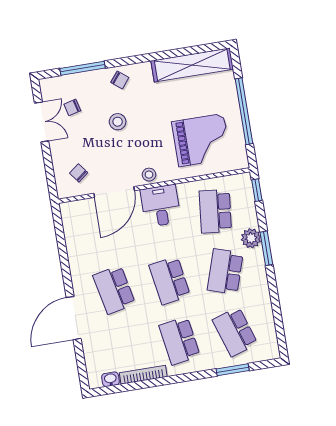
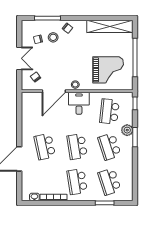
double door: (42, 122) -> (19, 58), moved
stool: (118, 122) -> (53, 37), moved
school desk: (225, 272) -> (109, 147), turned -36

